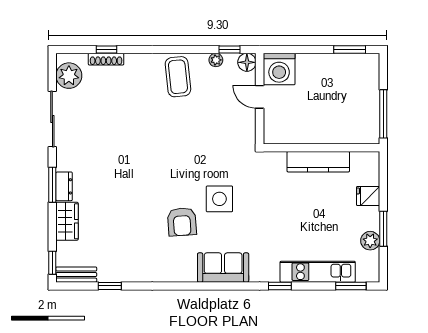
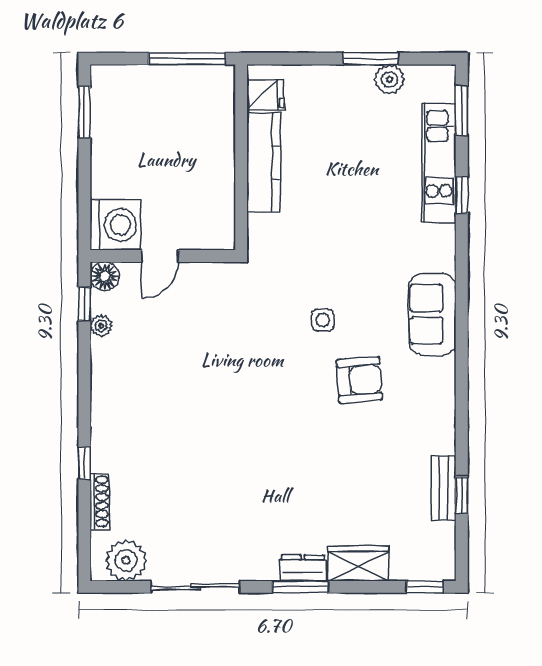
window: (106, 50) -> (84, 463), moved
coffee table: (178, 77) -> (128, 386), removed
fridge: (368, 196) -> (265, 95), moved, turned -90
side table: (219, 199) -> (323, 320), width x0.54, depth x0.54
bench: (76, 275) -> (444, 488), moved
window: (280, 286) -> (462, 195), moved

